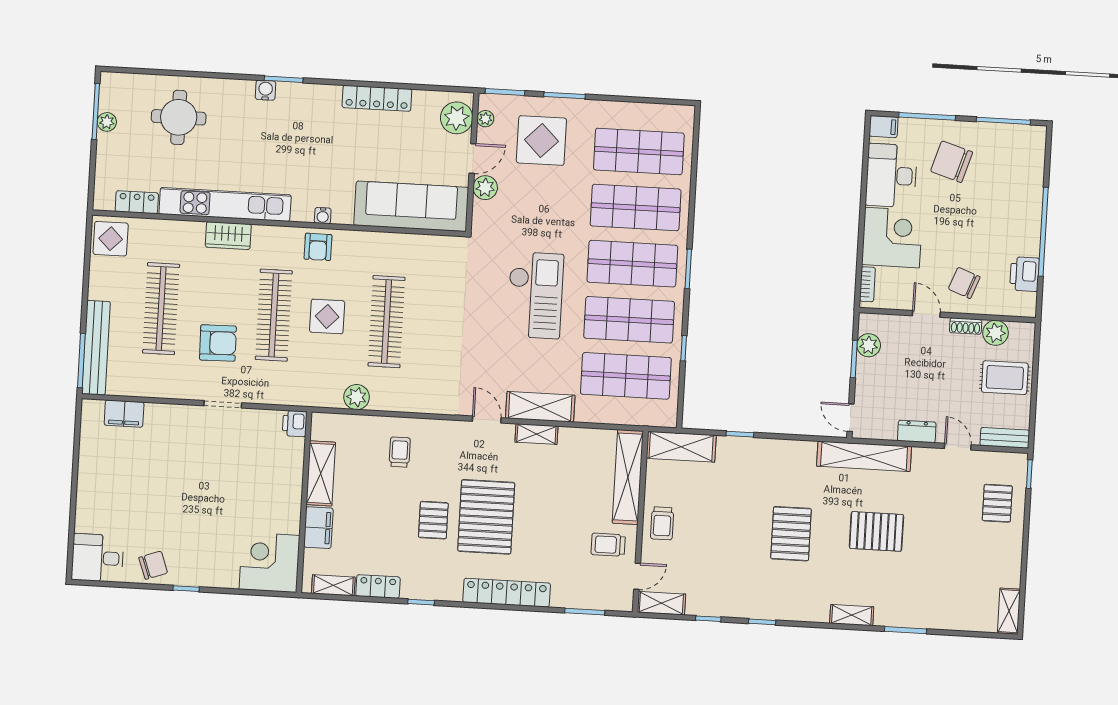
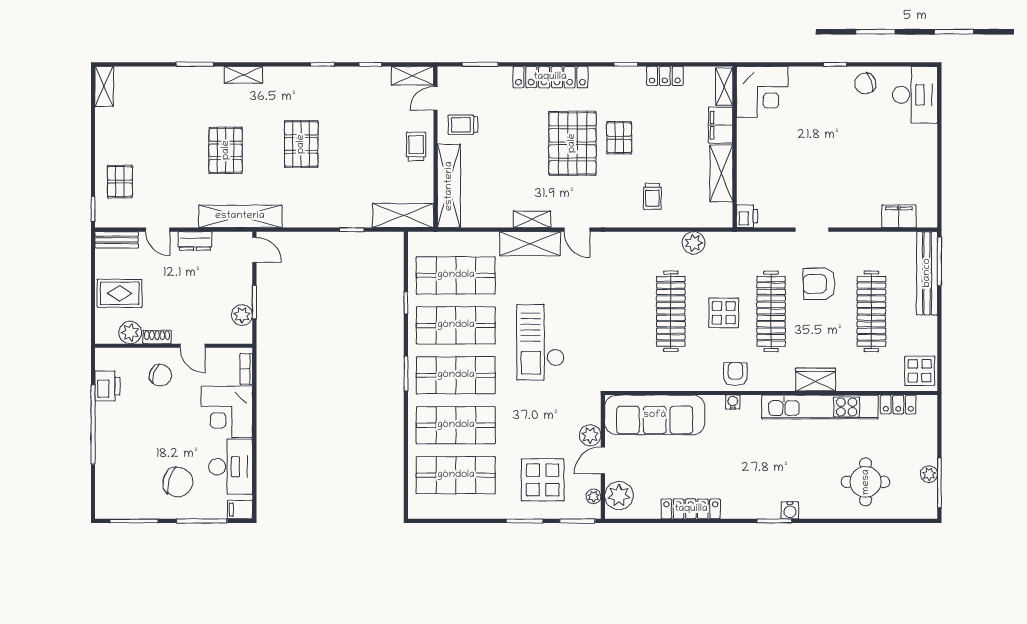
pallet: (876, 531) -> (226, 150), turned 90
trolley: (608, 545) -> (463, 125), turned 180
desk: (97, 558) -> (915, 95), width x1.37
shelving: (333, 585) -> (724, 87), moved, turned 90

